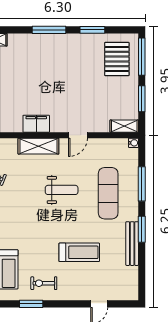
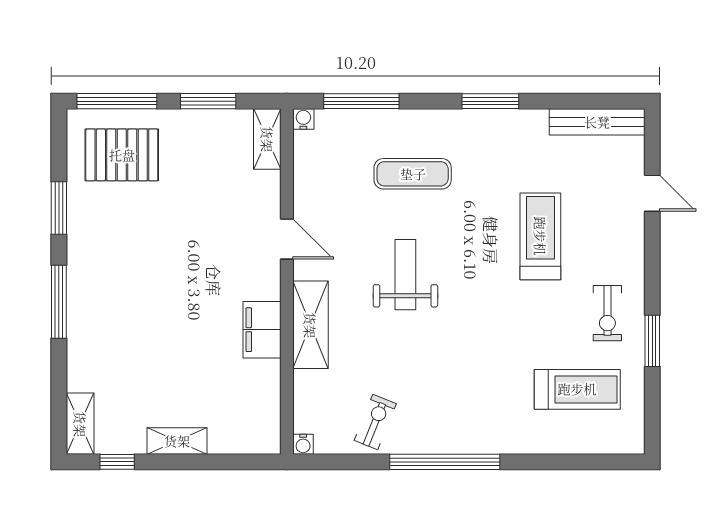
window: (142, 184) -> (361, 101), moved
exercise mat: (108, 193) -> (413, 174), width x0.73, depth x0.69
bench: (132, 244) -> (597, 122), moved

